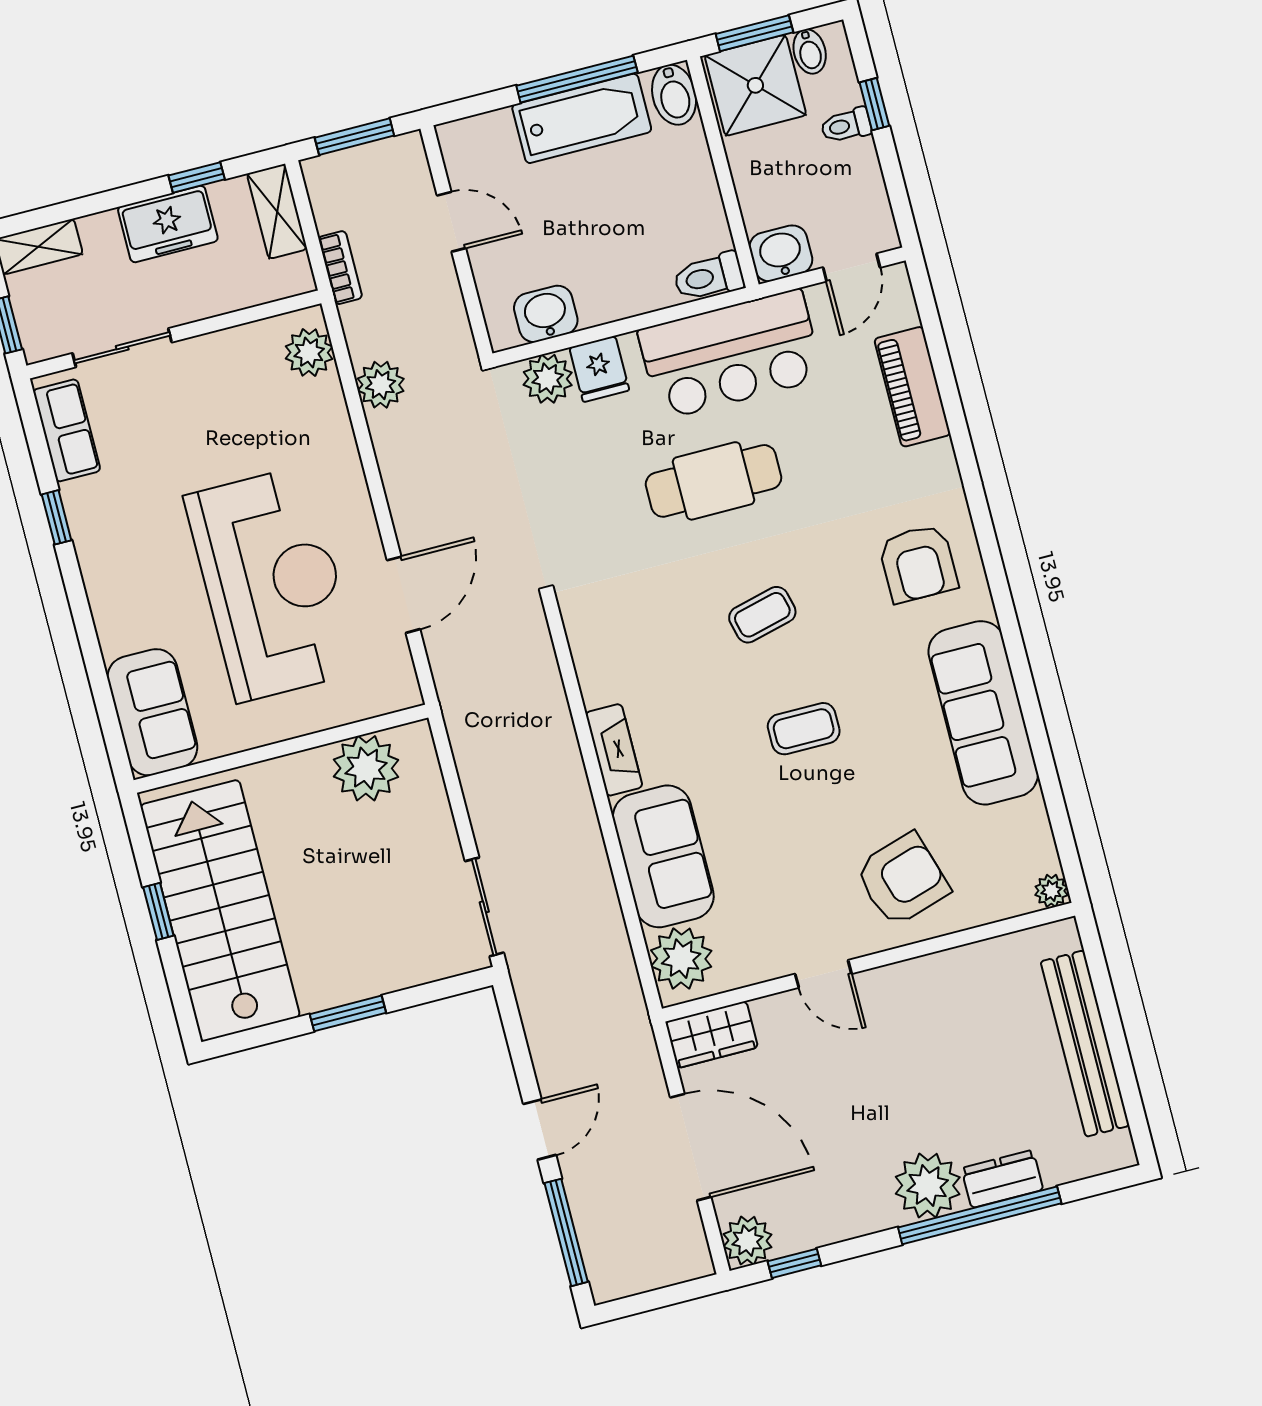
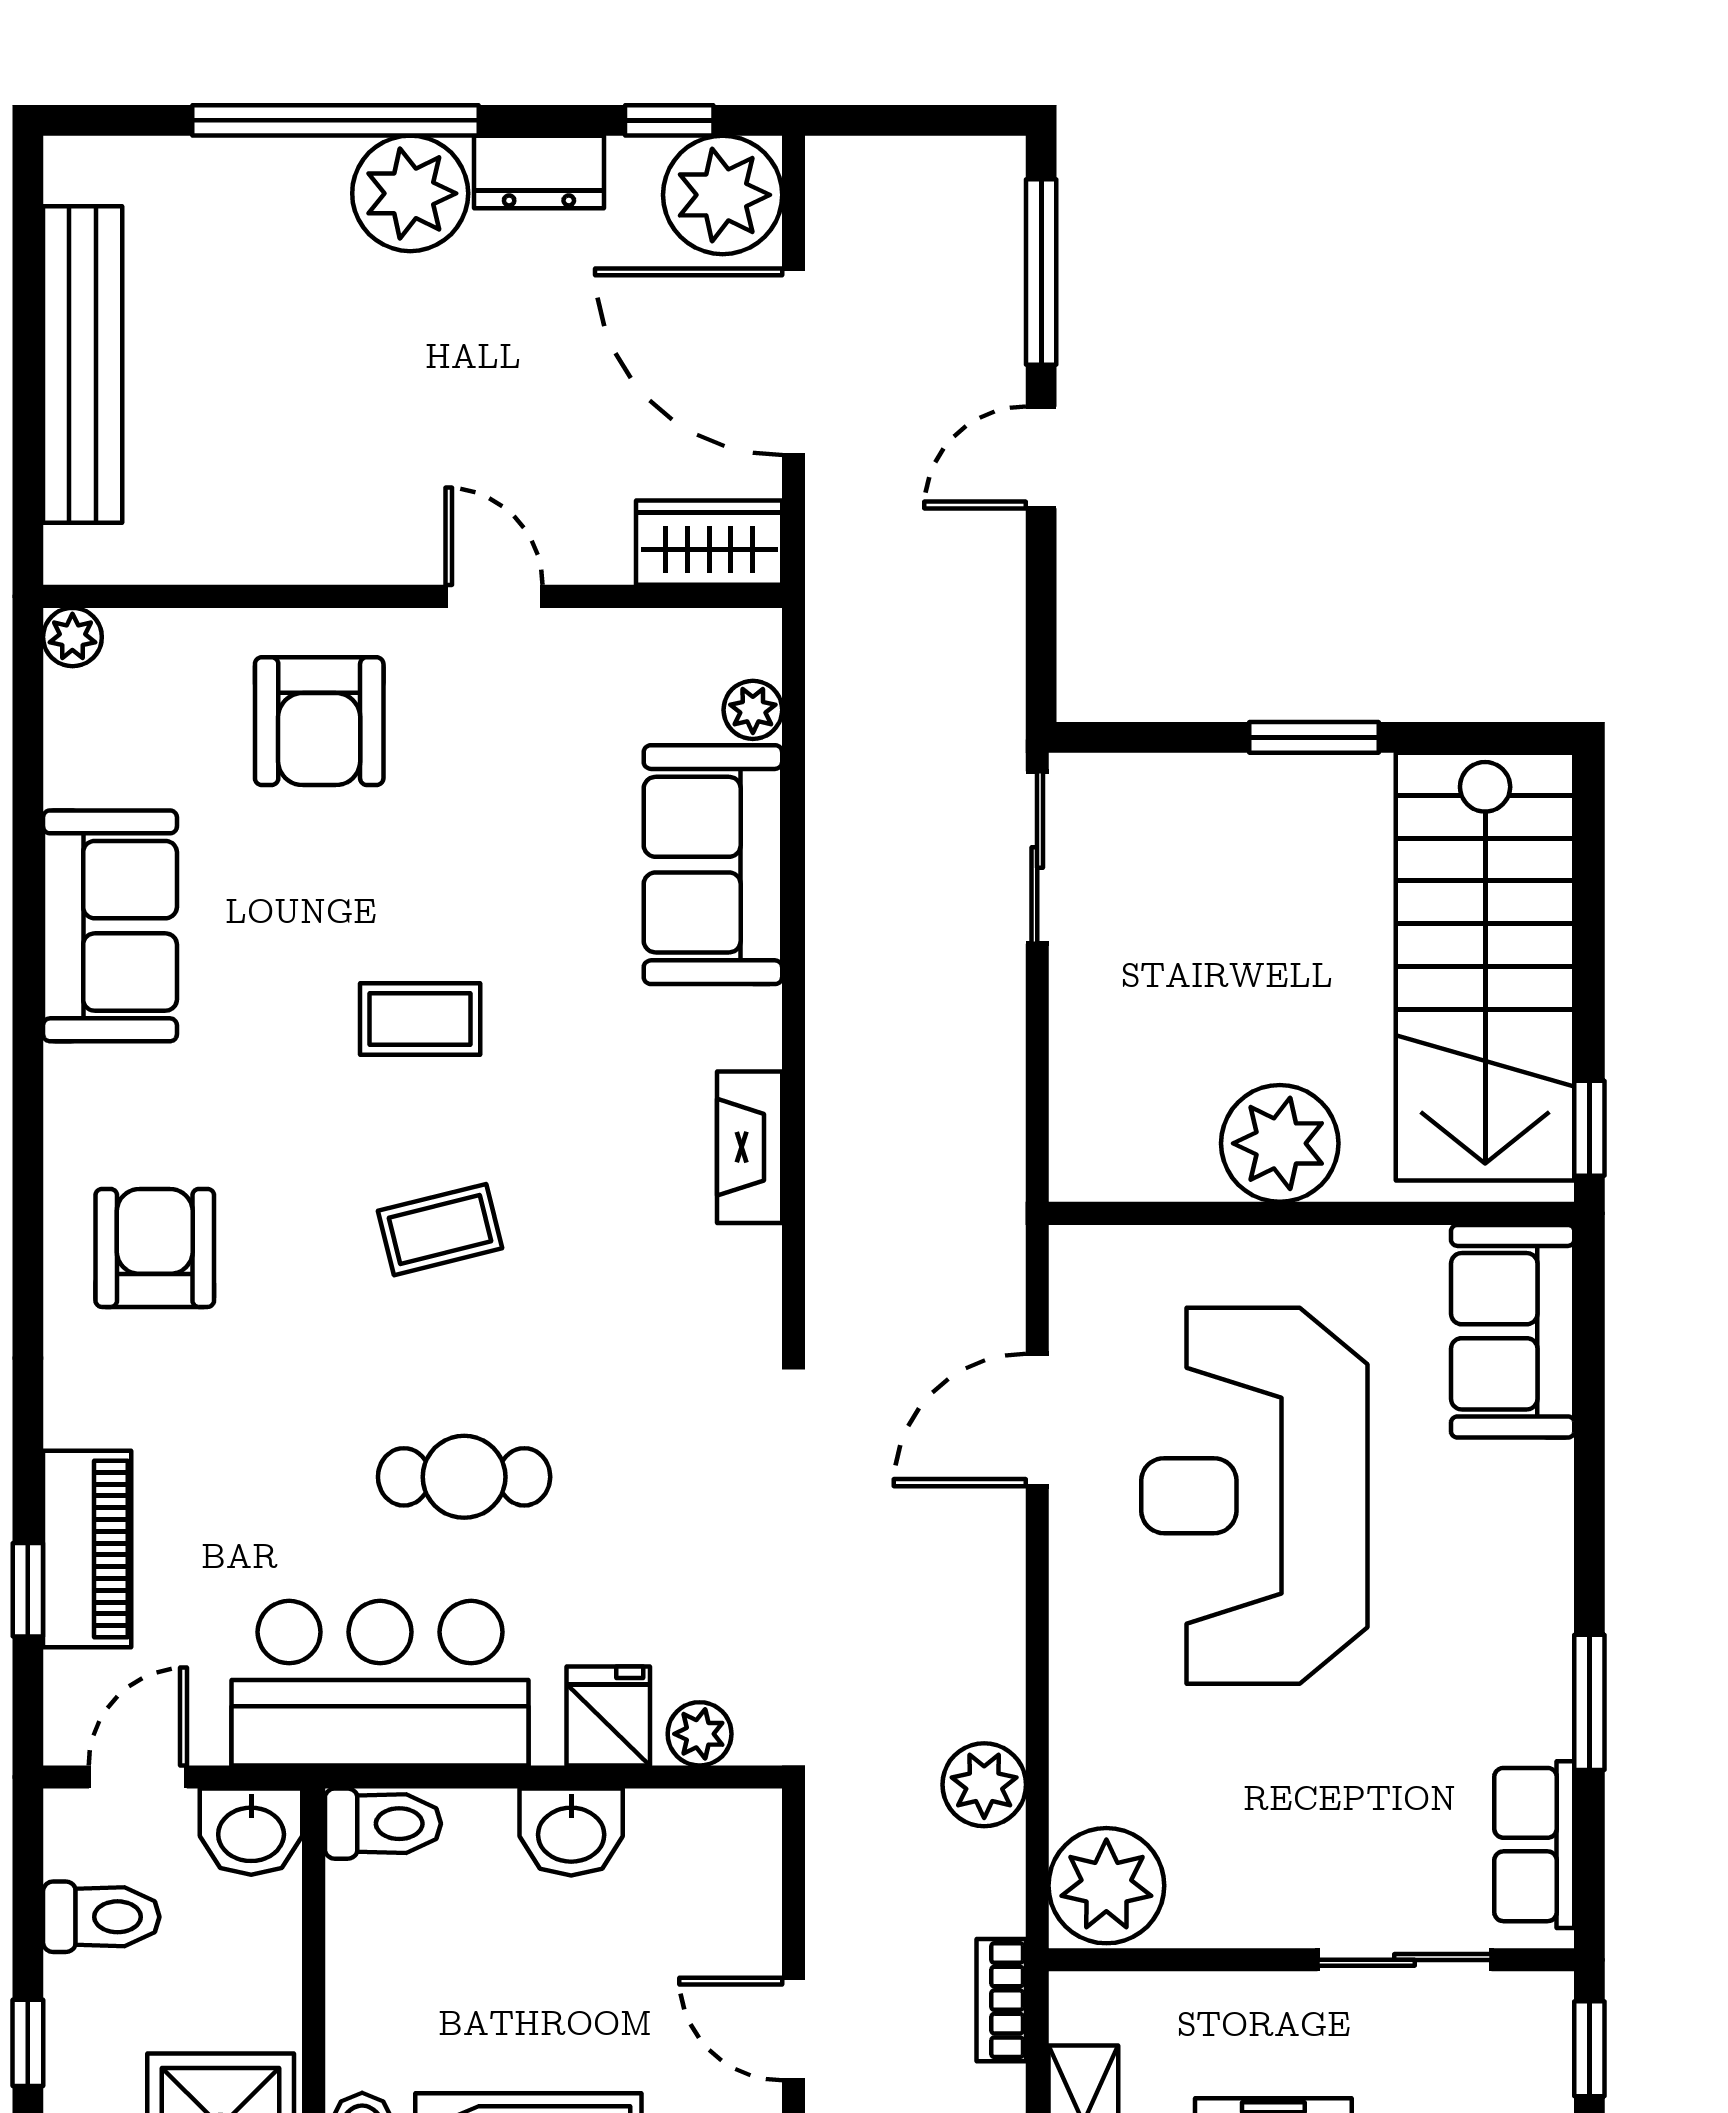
toilet: (846, 125) -> (101, 1917), moved, width x1.37, depth x1.39
washbasin: (546, 314) -> (571, 1832), moved
plant: (309, 353) -> (1106, 1886), width x1.36, depth x1.36
window: (939, 356) -> (28, 1590), added
plant: (548, 379) -> (700, 1734), width x0.73, depth x0.73
cafe table: (714, 481) -> (464, 1477), width x0.73, depth x0.74
window: (57, 517) -> (1589, 1702), width x1.50
sofa: (983, 713) -> (110, 926), width x0.73
fireplace: (614, 750) -> (750, 1147), moved
plant: (366, 768) -> (1280, 1143), moved
armchair: (902, 880) -> (319, 721), turned -73
window: (158, 911) -> (1589, 1128), moved
plant: (681, 959) -> (753, 710), width x0.53, depth x0.53
dresser: (1002, 1179) -> (539, 172), moved
plant: (747, 1241) -> (723, 195), width x1.36, depth x1.36

